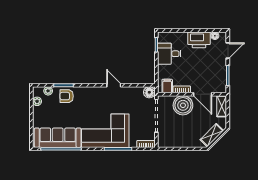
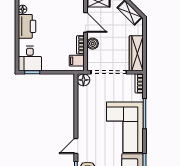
desk: (169, 54) -> (30, 58), moved
door: (114, 85) -> (76, 146), moved
door: (203, 94) -> (86, 22), hinge flipped
boiler: (183, 105) -> (93, 44), width x0.54, depth x0.54
wardrobe: (174, 141) -> (136, 53), added

